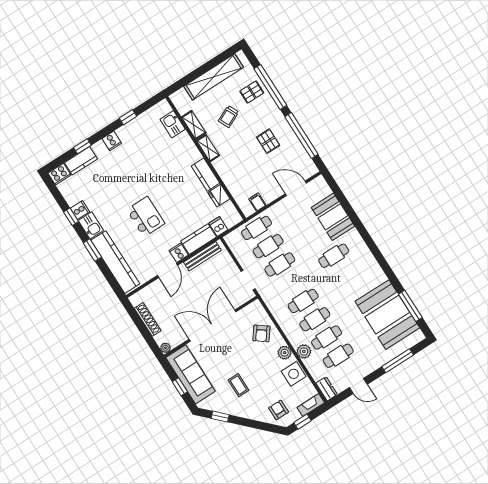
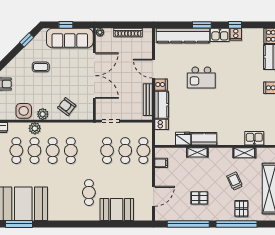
shelving: (208, 148) -> (197, 152), moved

